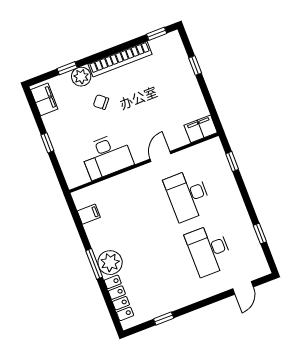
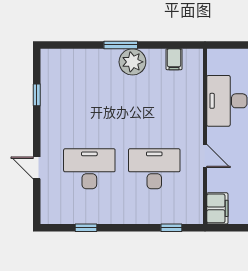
plant: (110, 263) -> (132, 62), moved
door: (243, 288) -> (37, 168), moved
locker: (119, 298) -> (76, 57), removed

